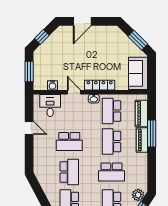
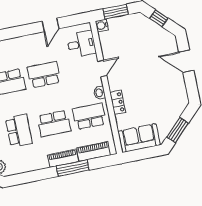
water cooler: (52, 85) -> (102, 25), moved
locker: (100, 85) -> (118, 102), width x0.66
school desk: (69, 142) -> (44, 75), turned 90
school desk: (112, 142) -> (54, 123), turned 180
school desk: (112, 172) -> (19, 131), turned 180

